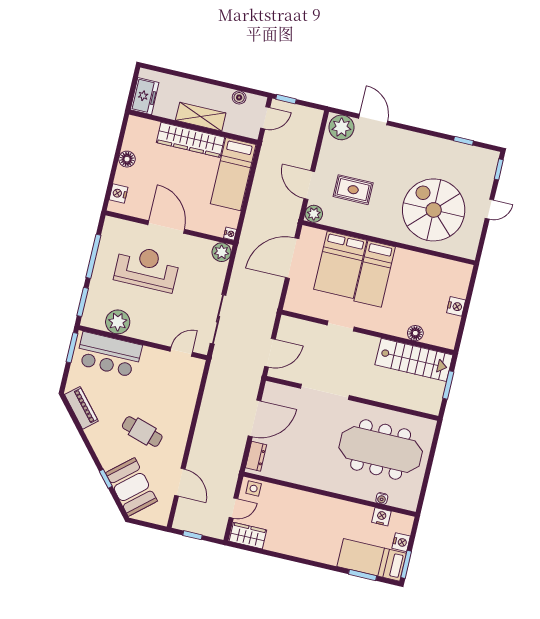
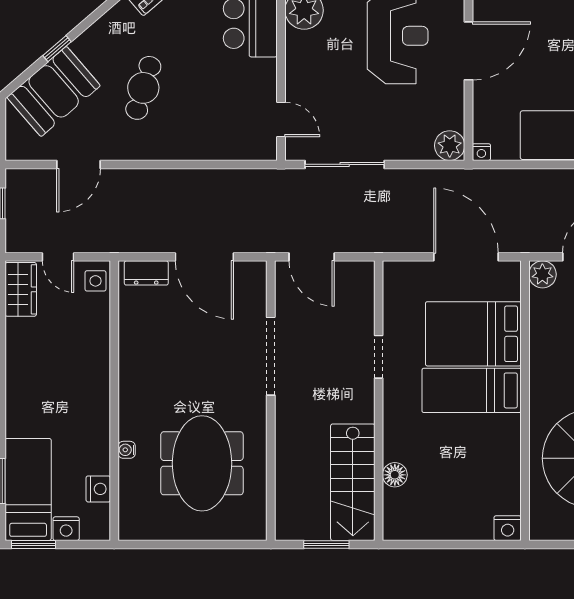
nightstand: (456, 306) -> (508, 528), moved
meeting table: (381, 450) -> (202, 463), width x0.73
water cooler: (382, 498) -> (127, 450), moved

